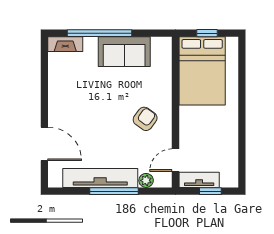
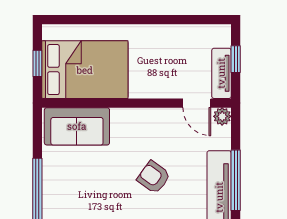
sofa: (124, 52) -> (77, 126), moved, turned 90
armchair: (145, 119) -> (154, 177), moved
plant: (146, 180) -> (222, 116), moved

